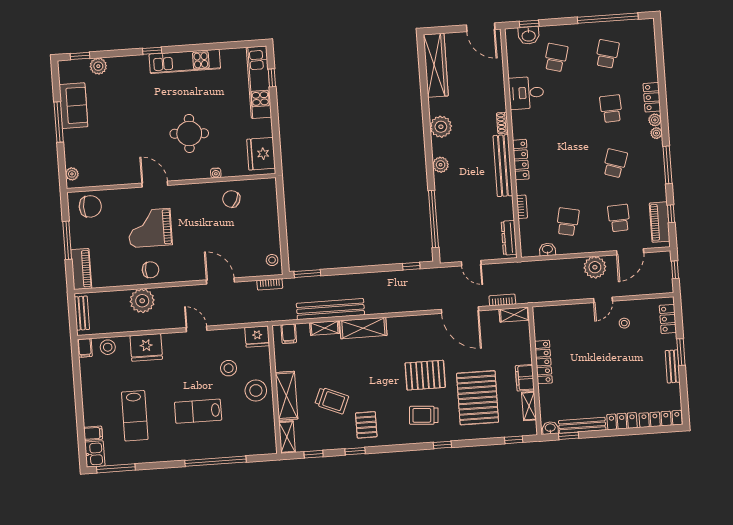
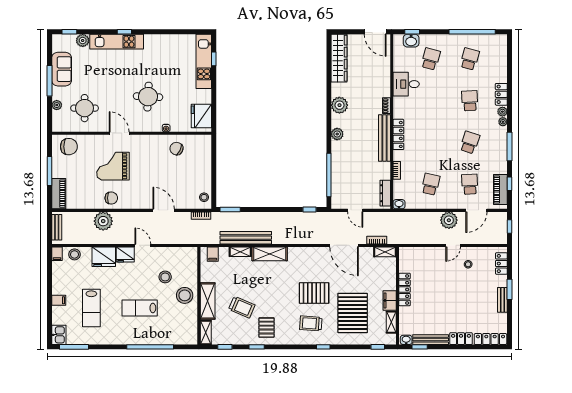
kitchen unit: (185, 61) -> (117, 42), moved
round table: (107, 155) -> (85, 108), added
plant: (72, 174) -> (57, 105), moved
washbasin: (547, 250) -> (399, 204), moved
fridge: (257, 337) -> (125, 254), moved
filing cabinet: (93, 433) -> (59, 300), moved

